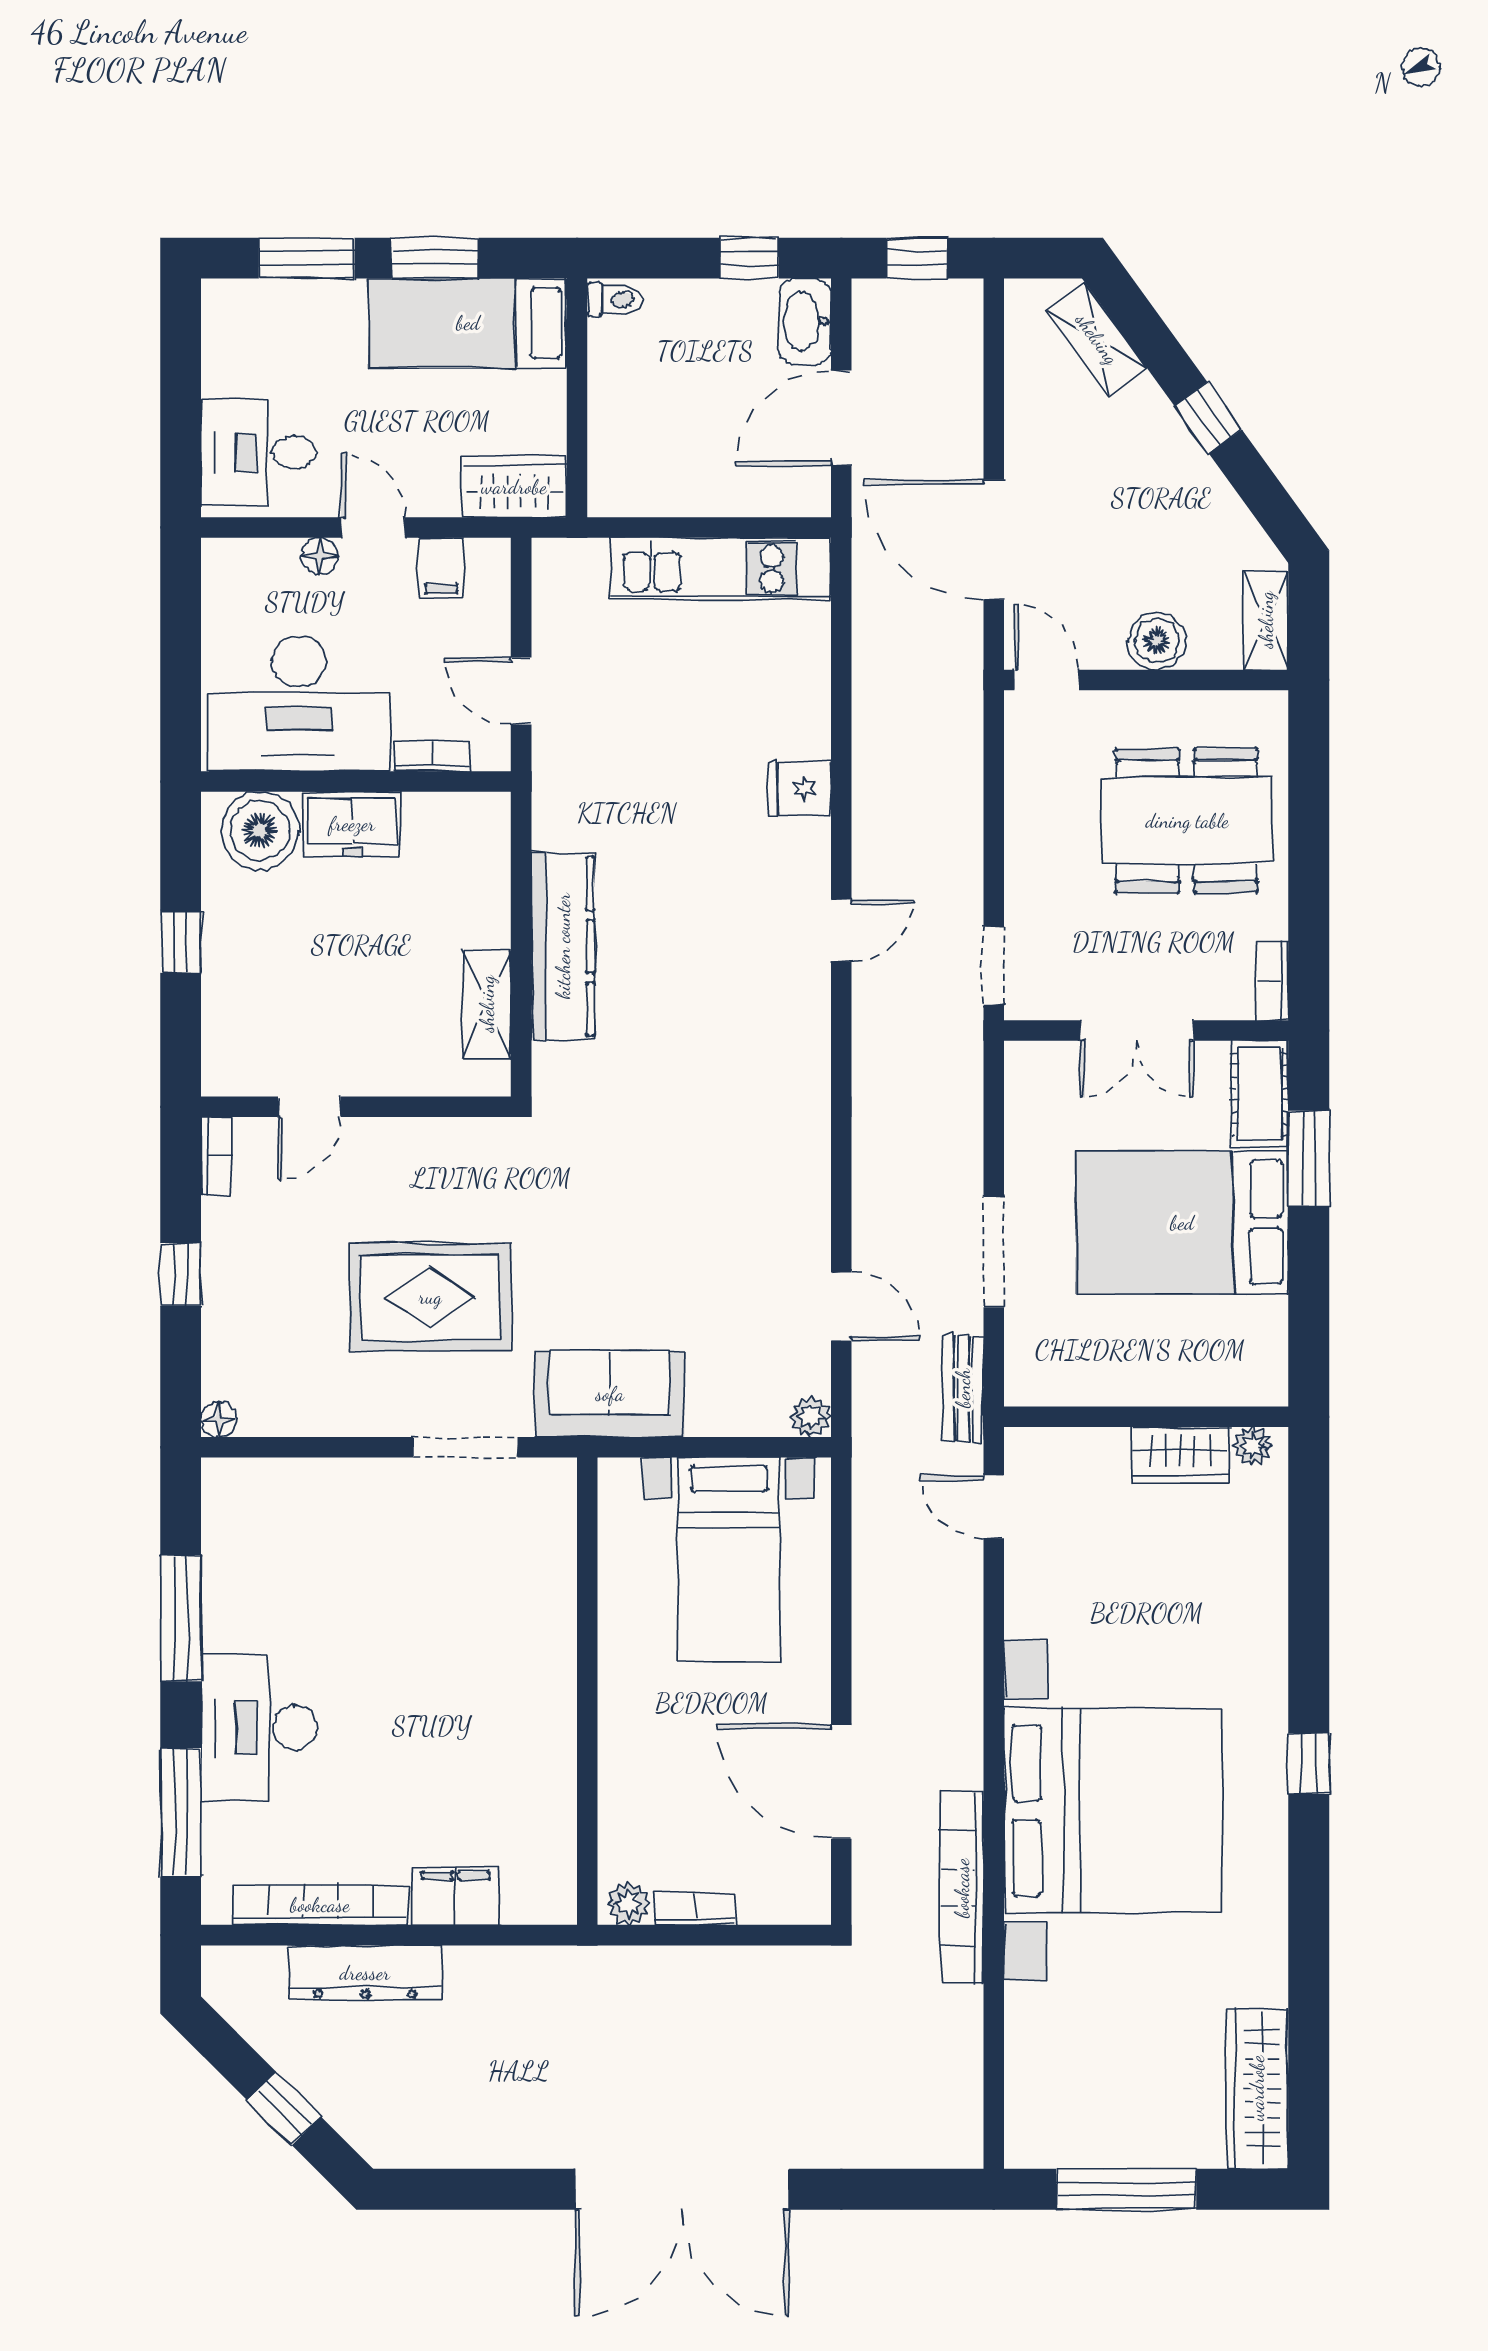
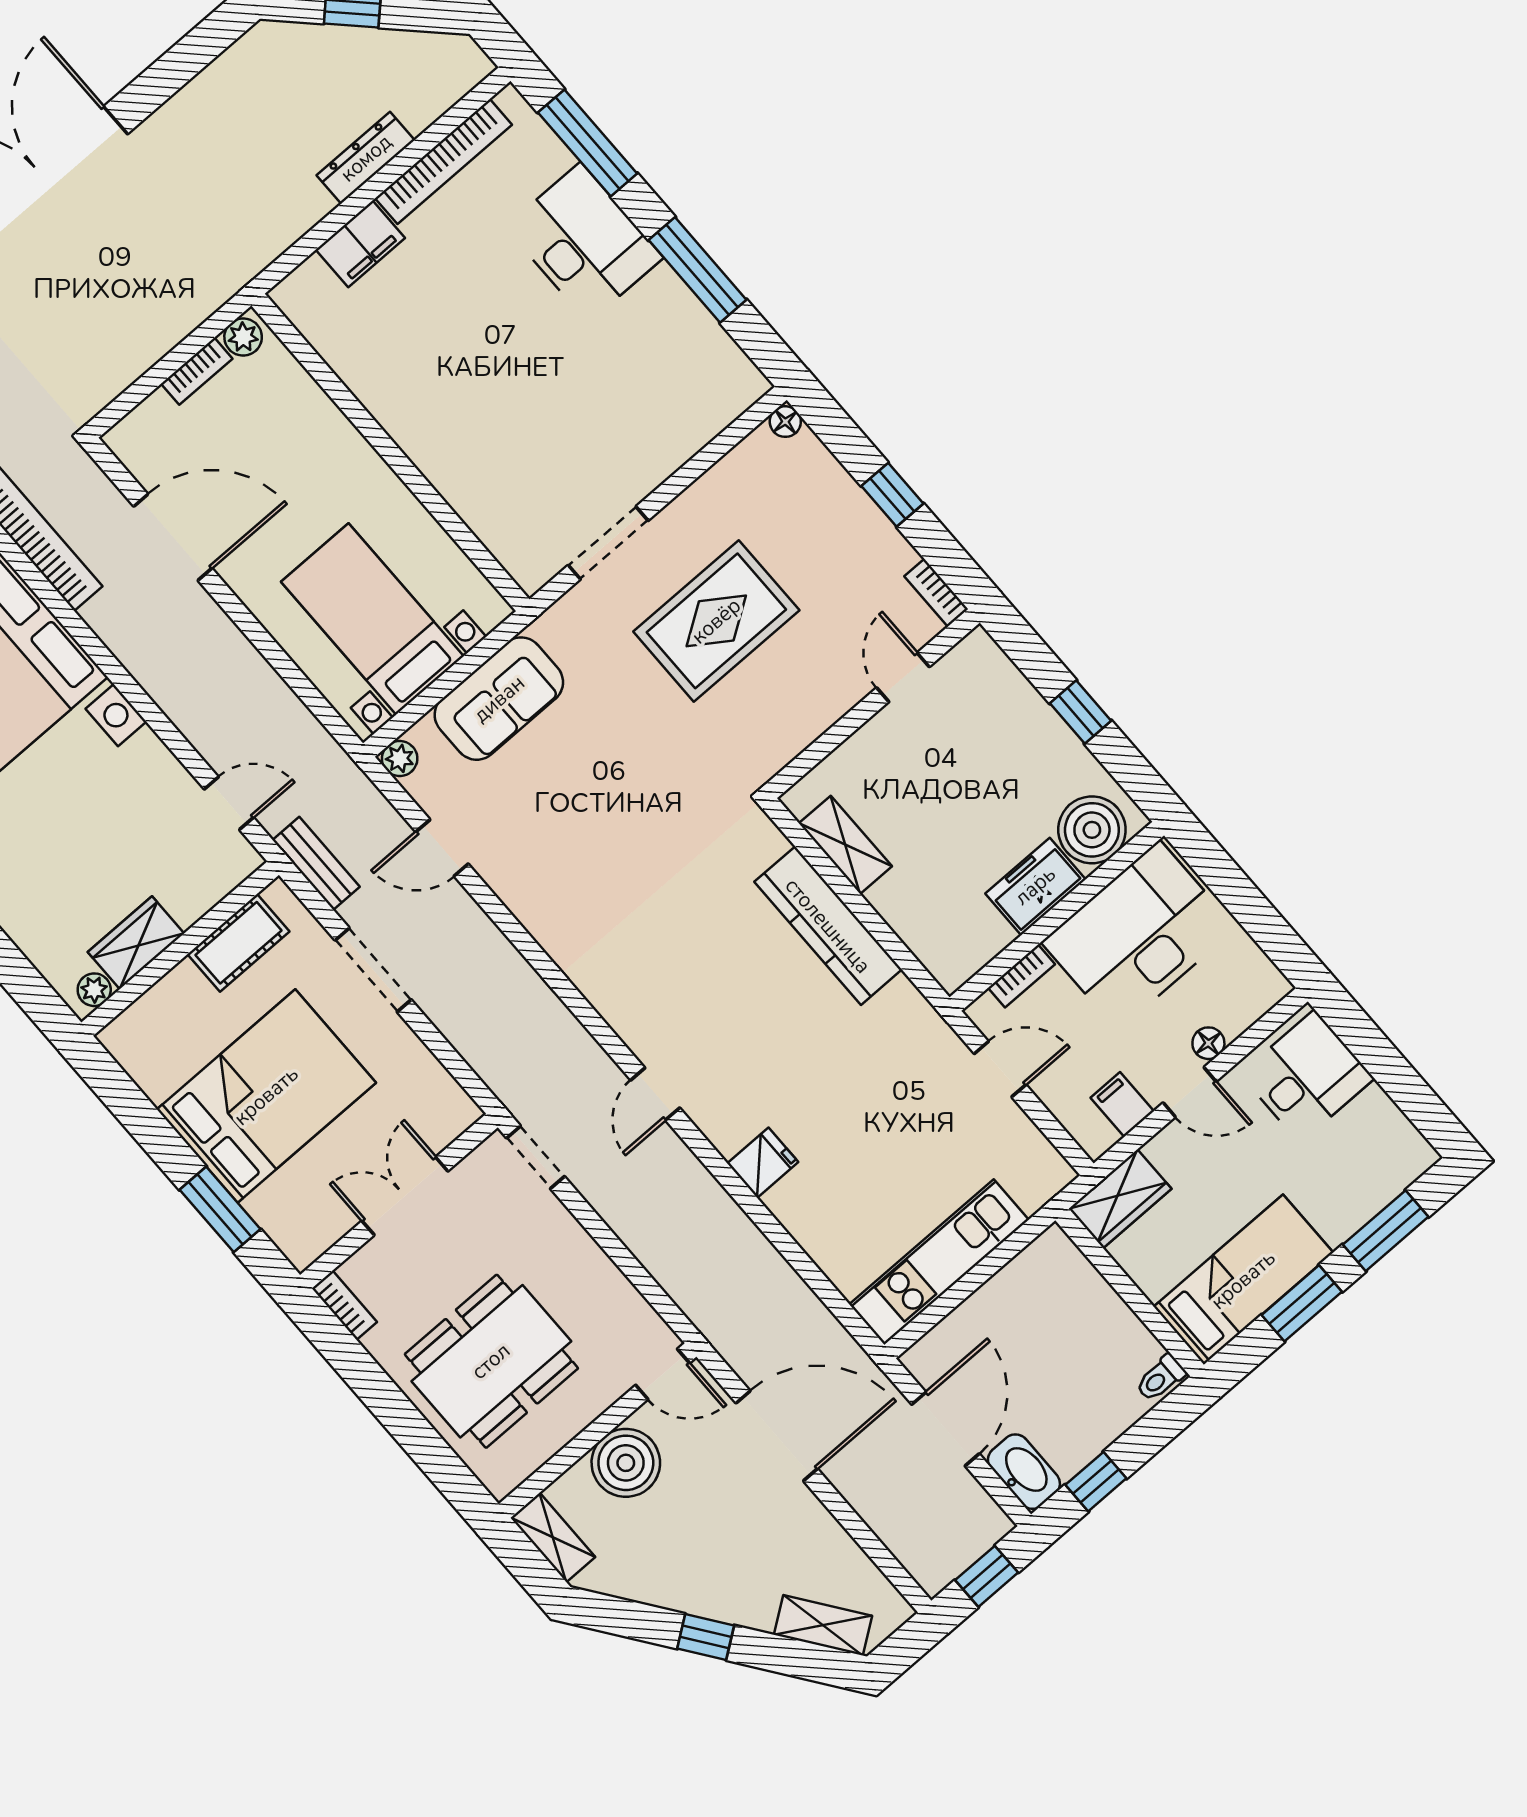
boiler: (1157, 641) -> (626, 1463), width x1.37, depth x1.37
cot: (1260, 1094) -> (238, 943), moved, turned 90
sofa: (610, 1394) -> (499, 699), moved
dresser: (365, 1973) -> (366, 158), width x0.73, depth x0.80

